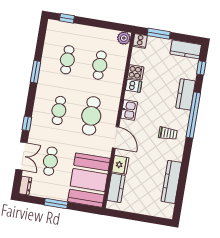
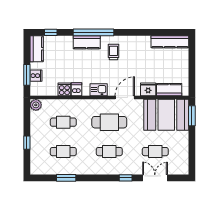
window: (67, 18) -> (27, 143), moved
cooker: (140, 41) -> (36, 76), moved
window: (36, 72) -> (66, 178), moved
kitchen counter: (186, 94) -> (87, 42), moved
kitchen counter: (171, 182) -> (170, 42), moved
dresser: (25, 186) -> (181, 170), removed
window: (56, 203) -> (192, 116), moved

